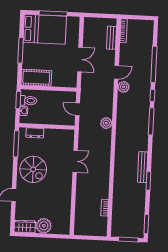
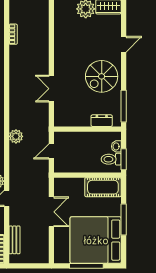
bed: (45, 29) -> (96, 240), width x1.36
double door: (80, 59) -> (51, 212), swing flipped
door: (78, 109) -> (51, 151), swing flipped
spiral stairs: (33, 169) -> (102, 76), turned -90

